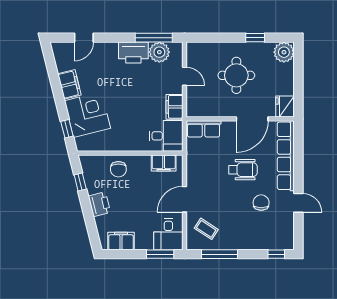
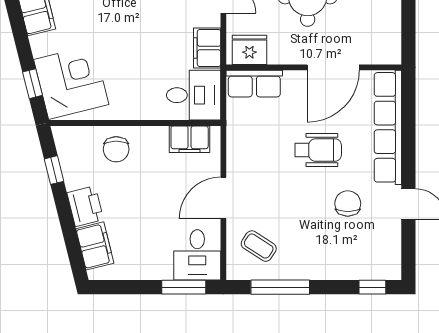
fridge: (285, 107) -> (249, 50), moved, turned 90
corner desk: (87, 114) -> (71, 82), moved
filing cabinet: (121, 241) -> (95, 246), moved, turned 76

